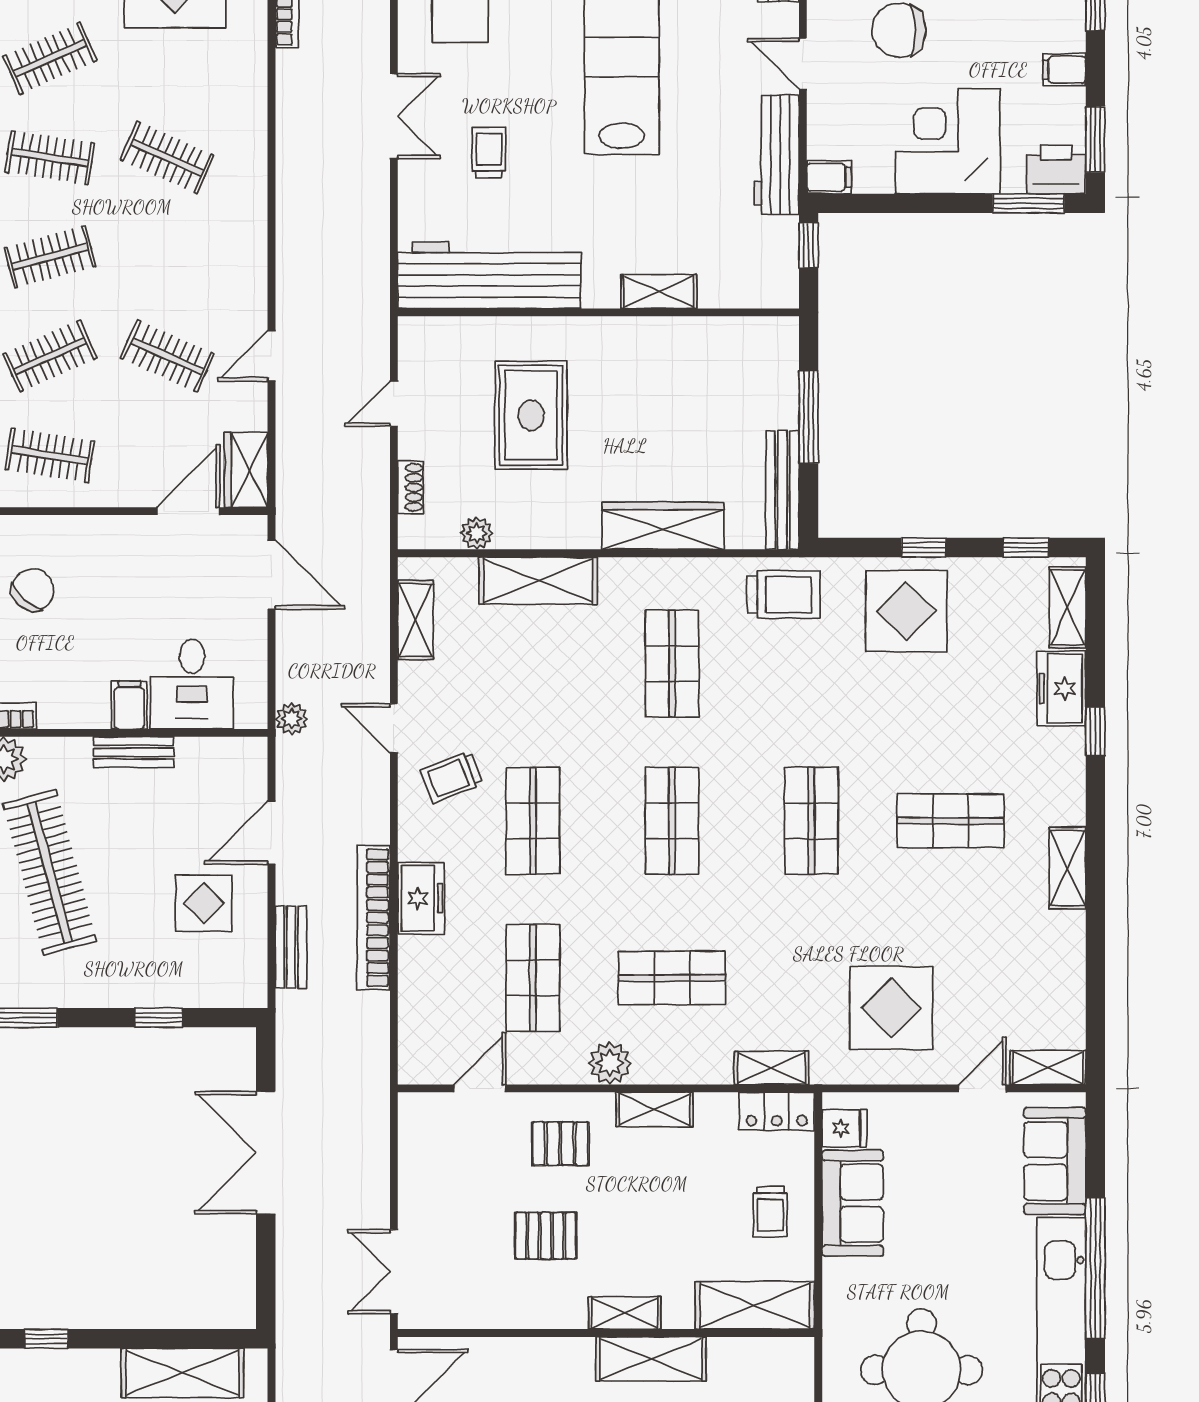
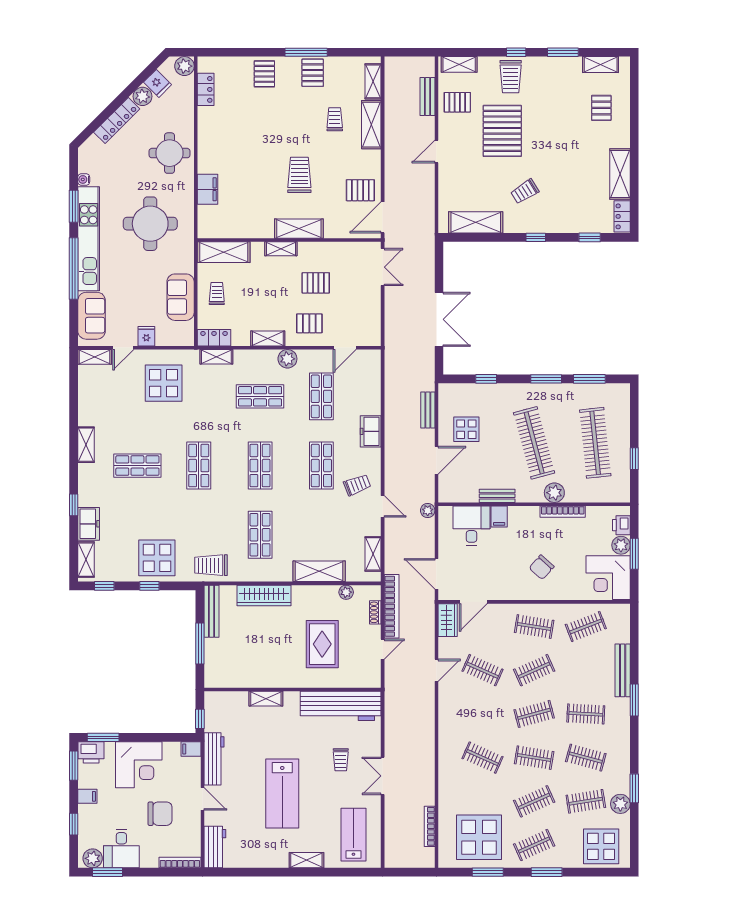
bookcase: (374, 918) -> (392, 606), moved
fridge: (844, 1128) -> (146, 336), moved, turned 90
shelving: (651, 1359) -> (299, 229), moved

